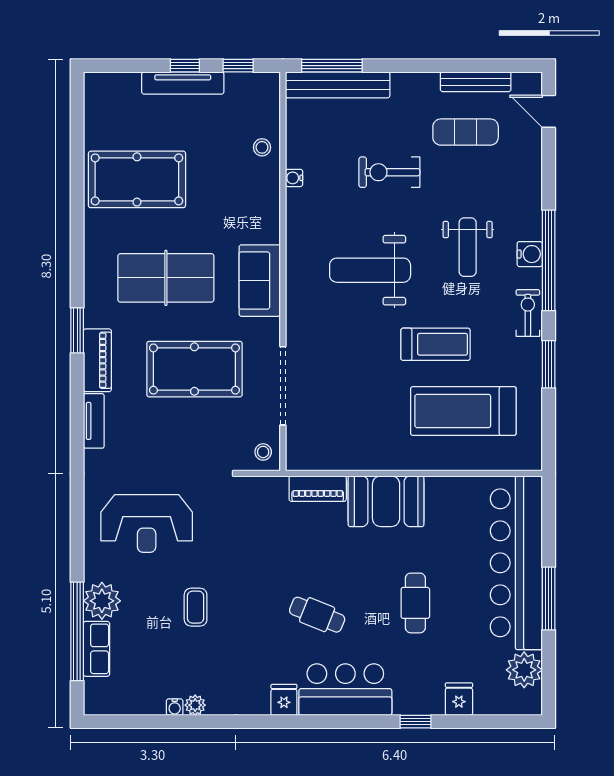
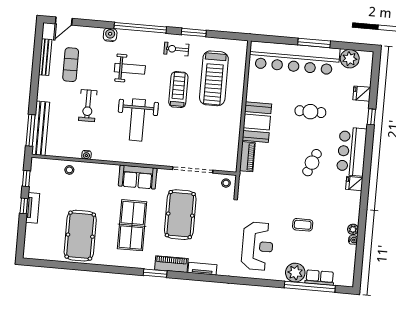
tv unit: (183, 83) -> (33, 208), width x0.71
water cooler: (530, 254) -> (110, 35), moved
exercise bike: (528, 313) -> (176, 49), moved

